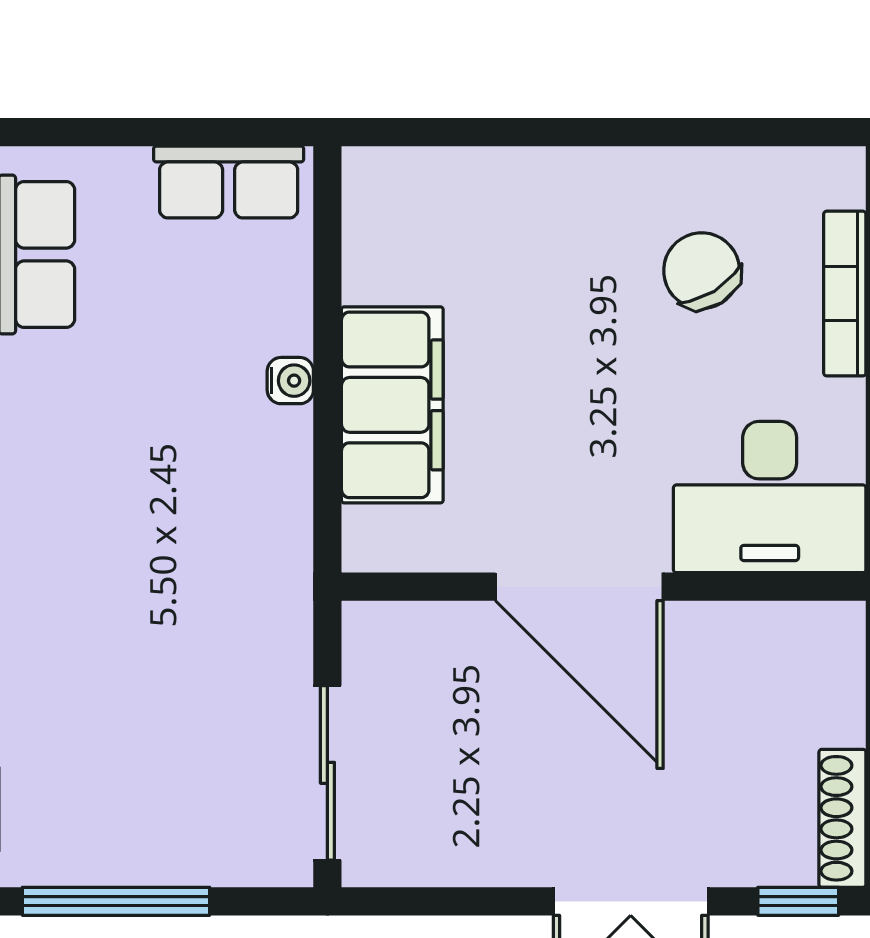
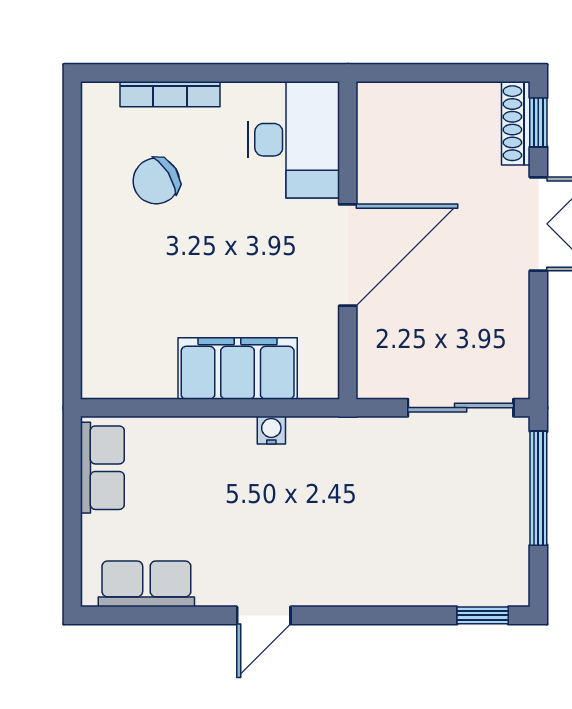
water cooler: (290, 381) -> (271, 430), moved
shoe rack: (842, 818) -> (516, 123), moved, turned 90
window: (116, 901) -> (538, 488), moved

